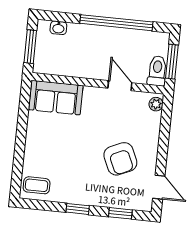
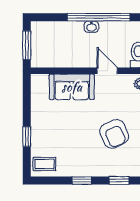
washbasin: (58, 28) -> (91, 27), moved
sofa: (56, 98) -> (72, 87), moved
window: (19, 152) -> (27, 136), added

